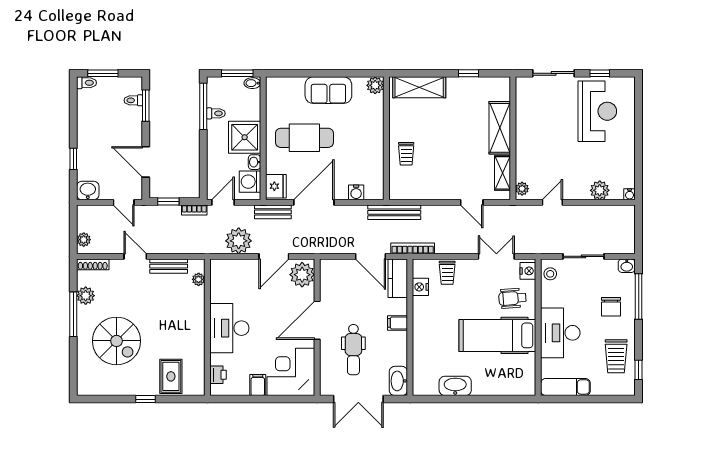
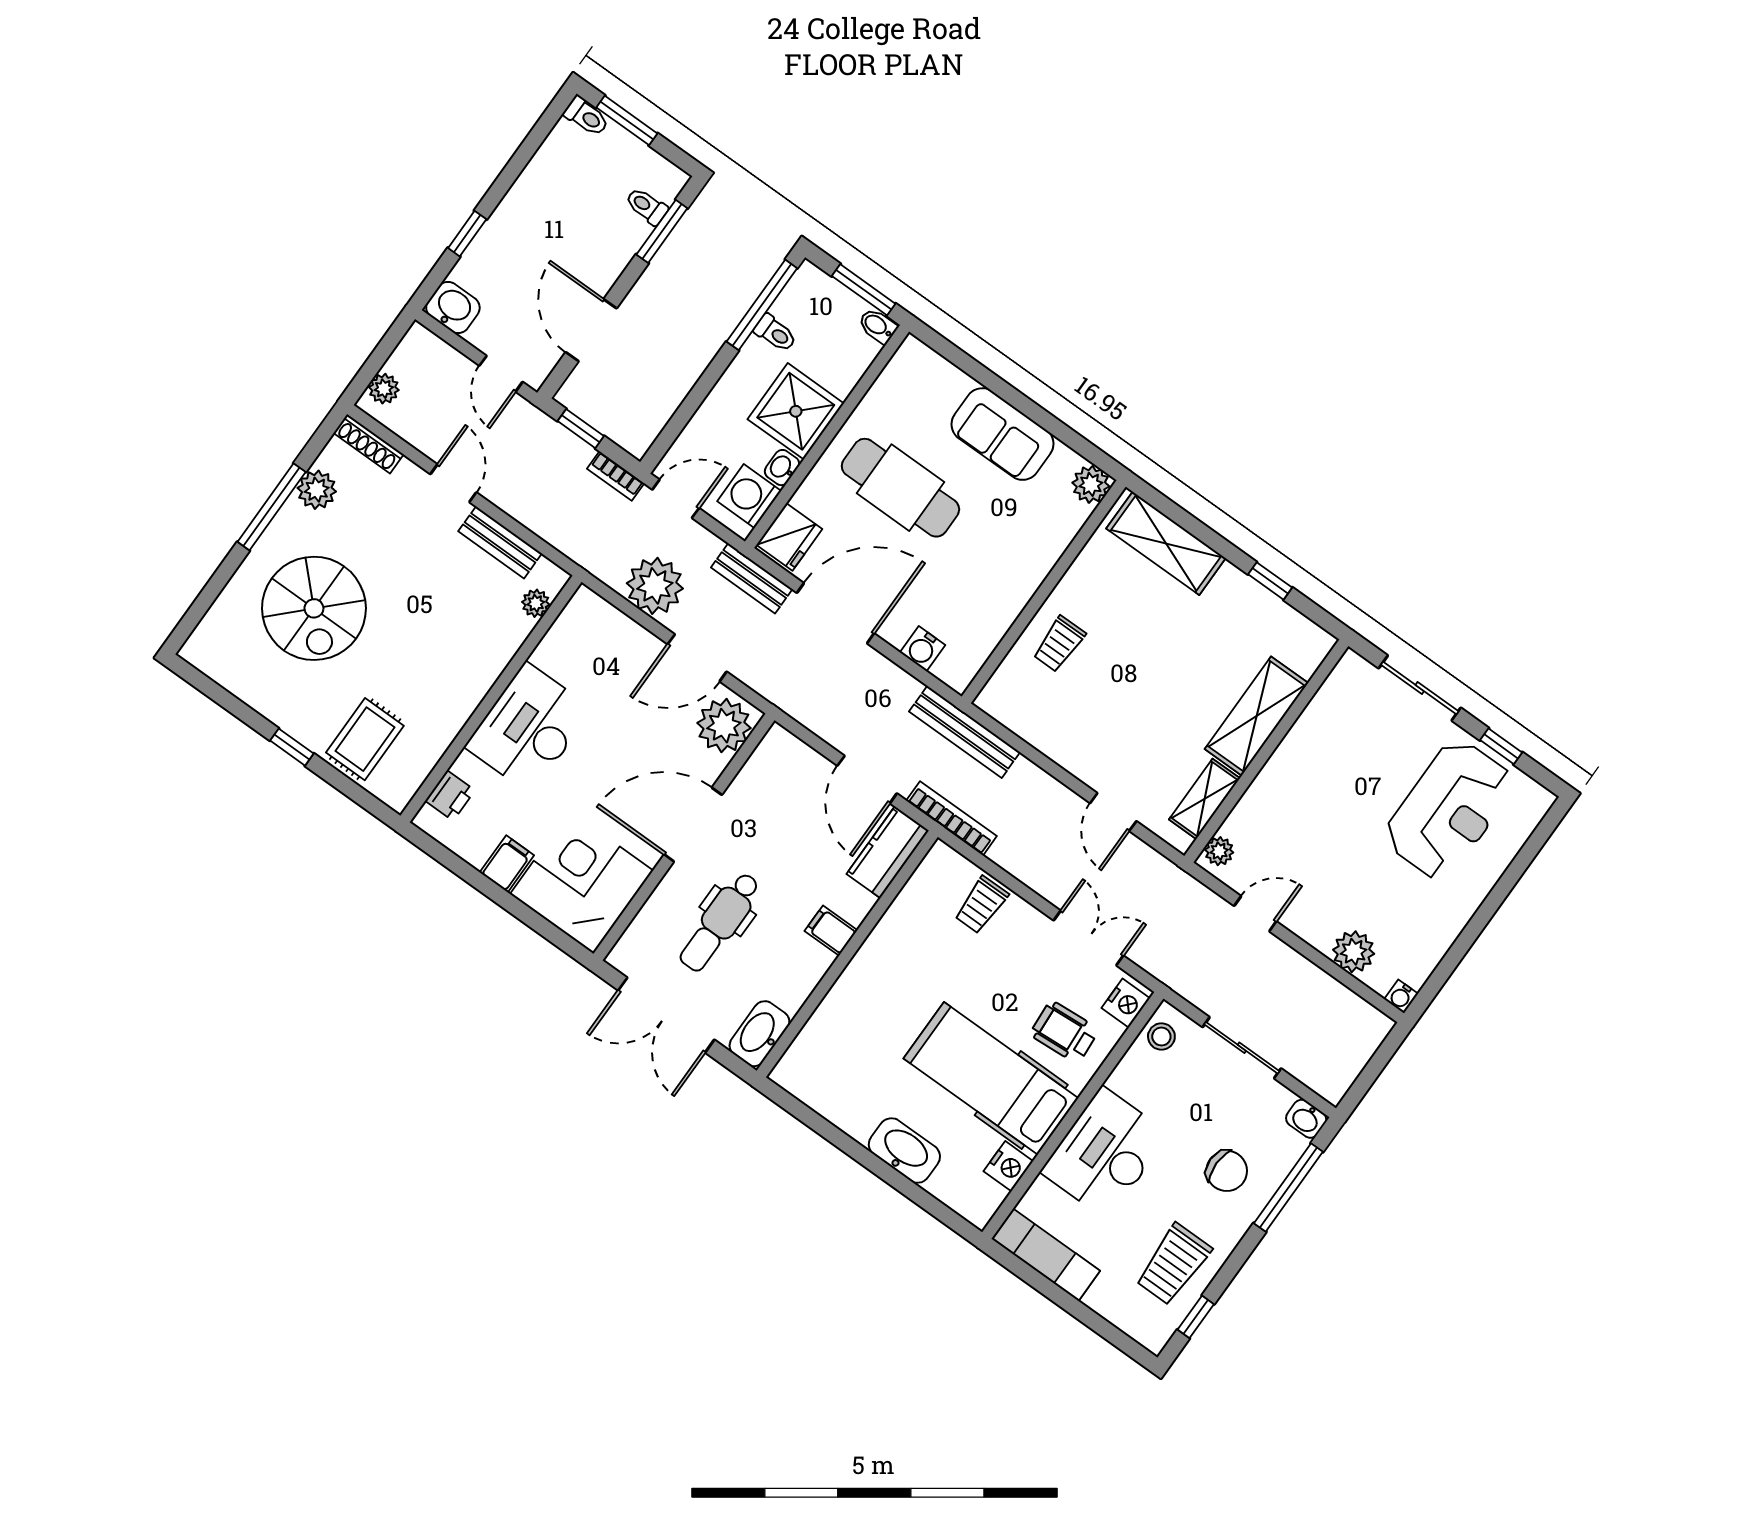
nightstand: (420, 287) -> (1008, 1166), moved, turned 180
chair: (611, 307) -> (1227, 1171), turned -90
washbasin: (455, 386) -> (904, 1151), moved

